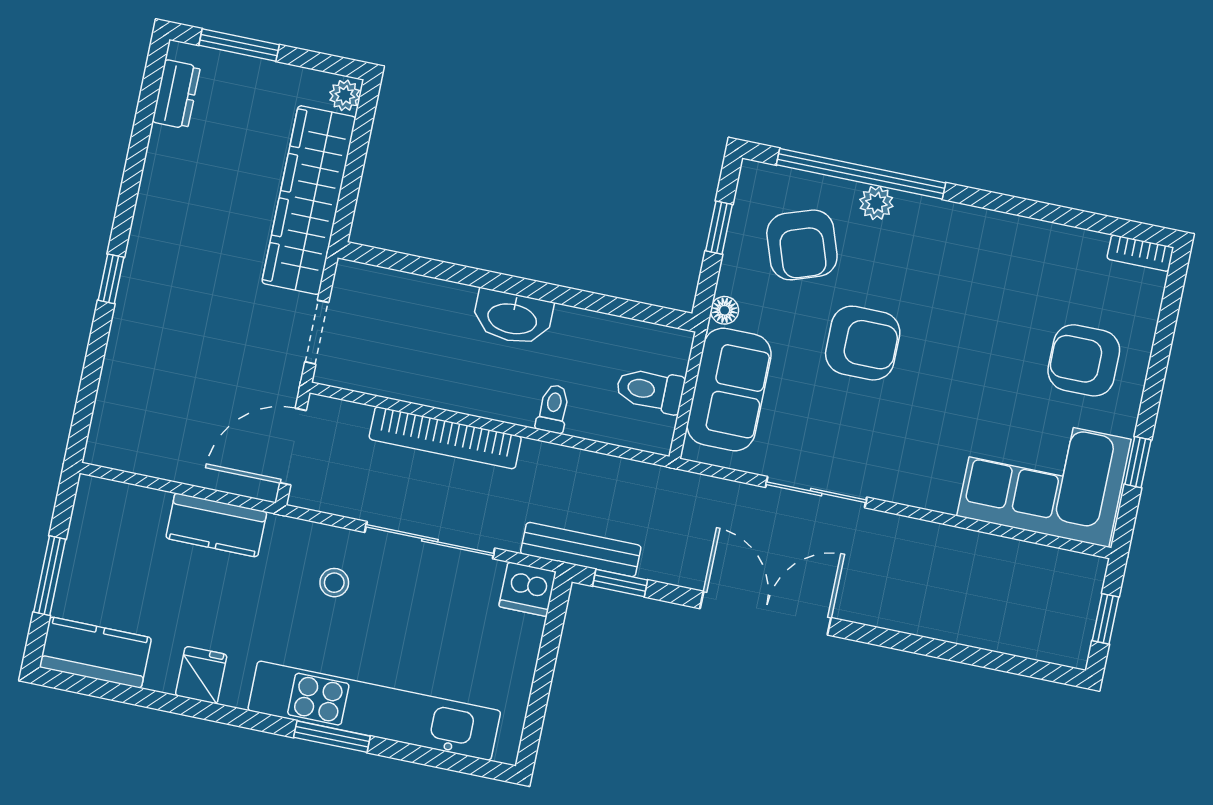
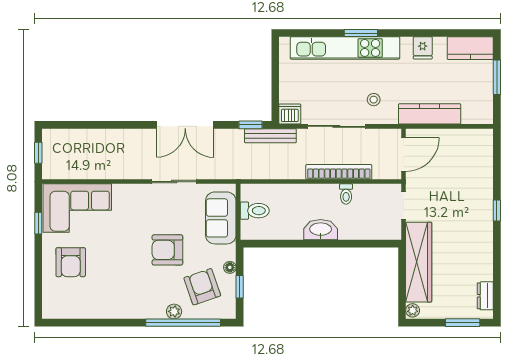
bookcase: (1140, 253) -> (56, 313), removed
floor lamp: (725, 310) -> (230, 267), moved
armchair: (1084, 360) -> (71, 262), turned 90
toilet: (553, 409) -> (346, 194), moved
kitchen counter: (216, 525) -> (430, 114), width x1.50

